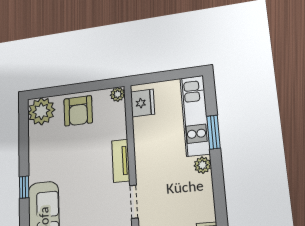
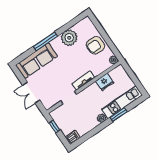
fridge: (143, 103) -> (105, 82), moved
plant: (41, 111) -> (69, 38), moved
window: (24, 187) -> (45, 41), width x2.17

